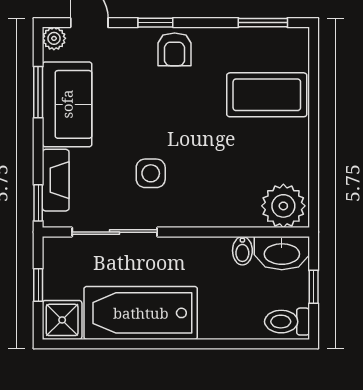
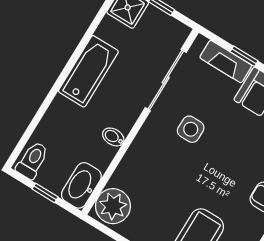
window: (38, 203) -> (244, 56), moved
bidet: (242, 251) -> (113, 137), moved
bathtub: (141, 313) -> (88, 71), width x0.73, depth x0.73

